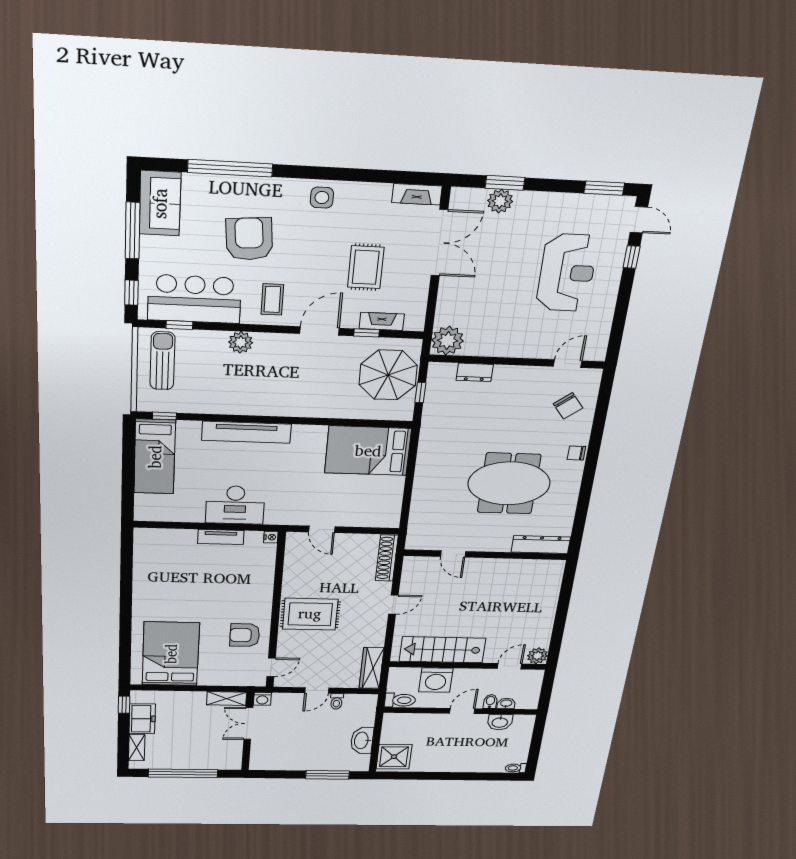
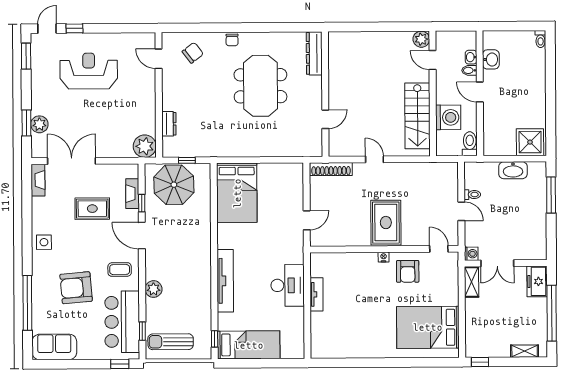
window: (133, 231) -> (75, 364), removed
nightstand: (271, 537) -> (384, 257), moved
wardrobe: (371, 668) -> (437, 170), removed
freezer: (142, 719) -> (537, 281), moved, turned -90

